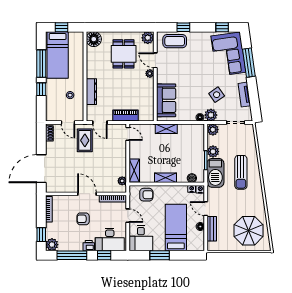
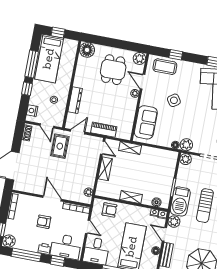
side table: (217, 95) -> (174, 100), moved
nightstand: (51, 110) -> (32, 111), added
door: (100, 123) -> (78, 132), swing flipped
shelving: (166, 129) -> (130, 148), moved
plant: (213, 152) -> (174, 222), moved
shelving: (134, 170) -> (105, 169), moved

